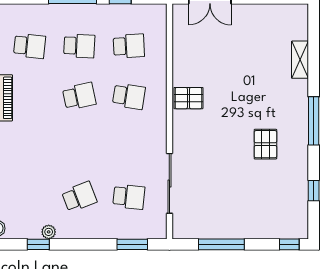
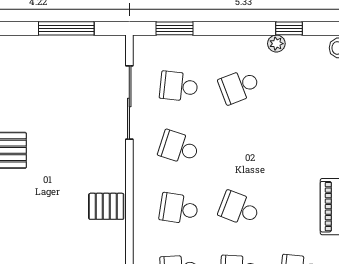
school desk: (79, 96) -> (239, 209), turned 33
school desk: (129, 146) -> (179, 147), added

